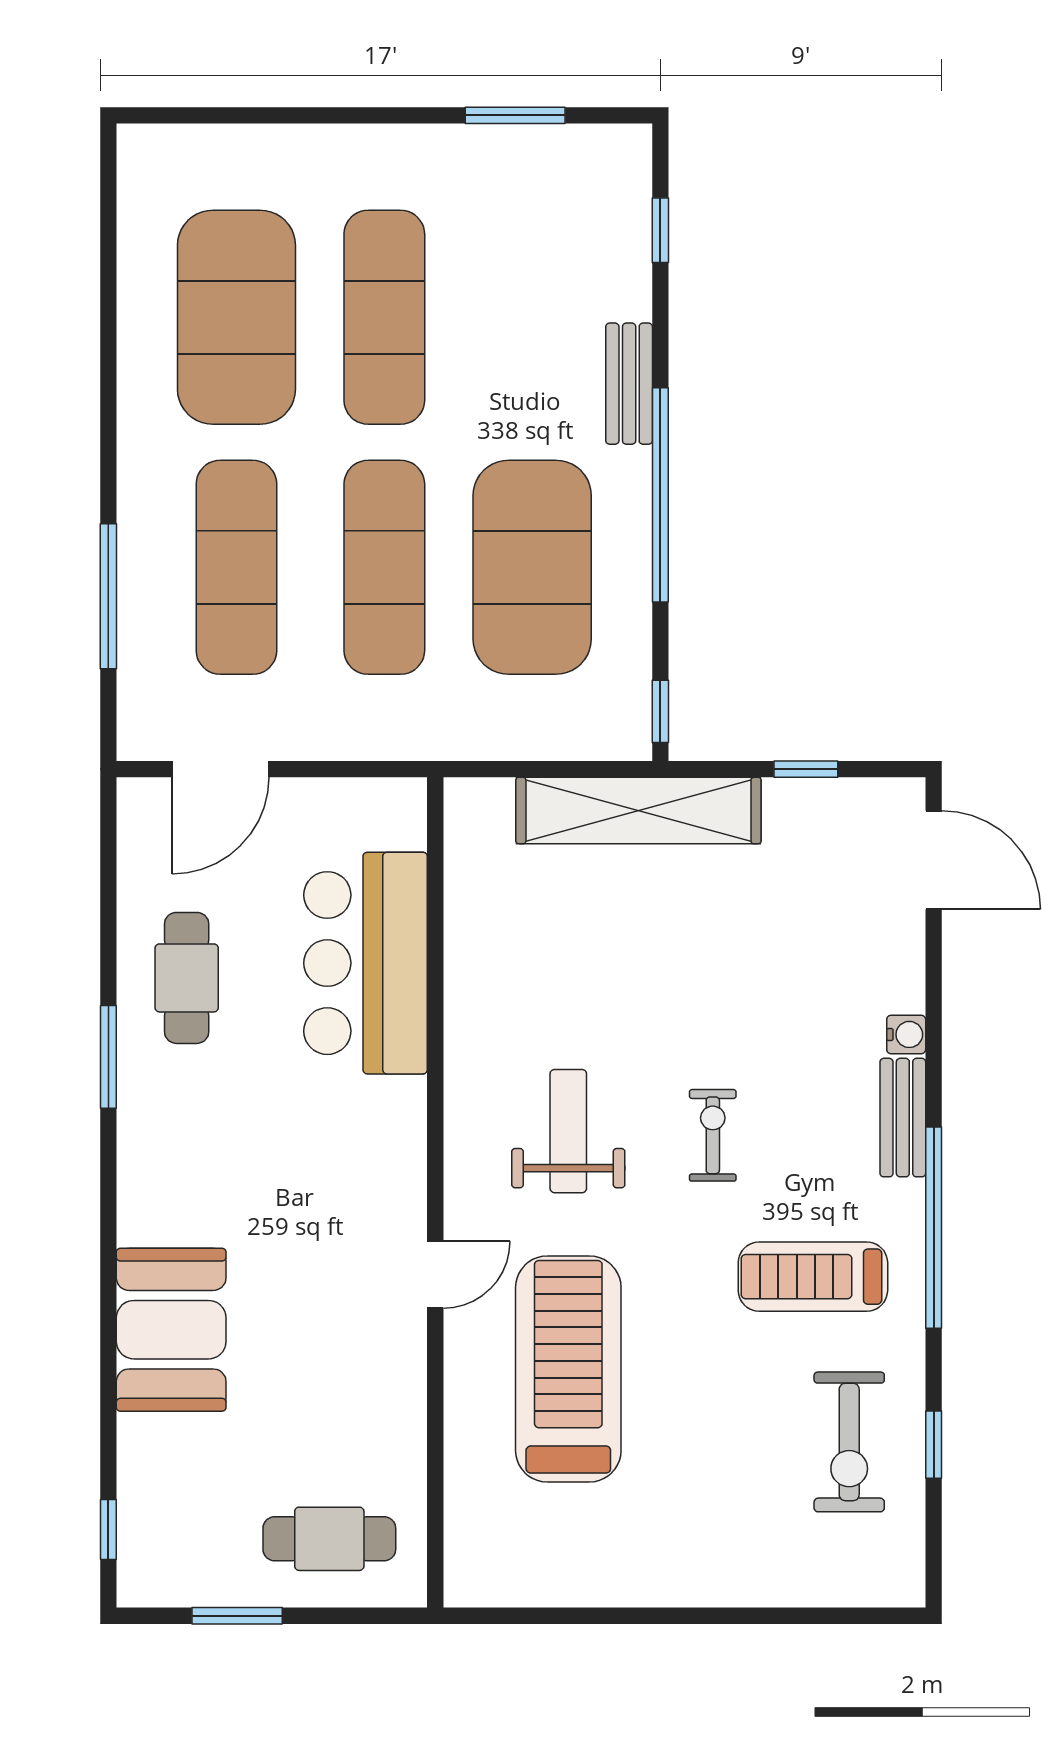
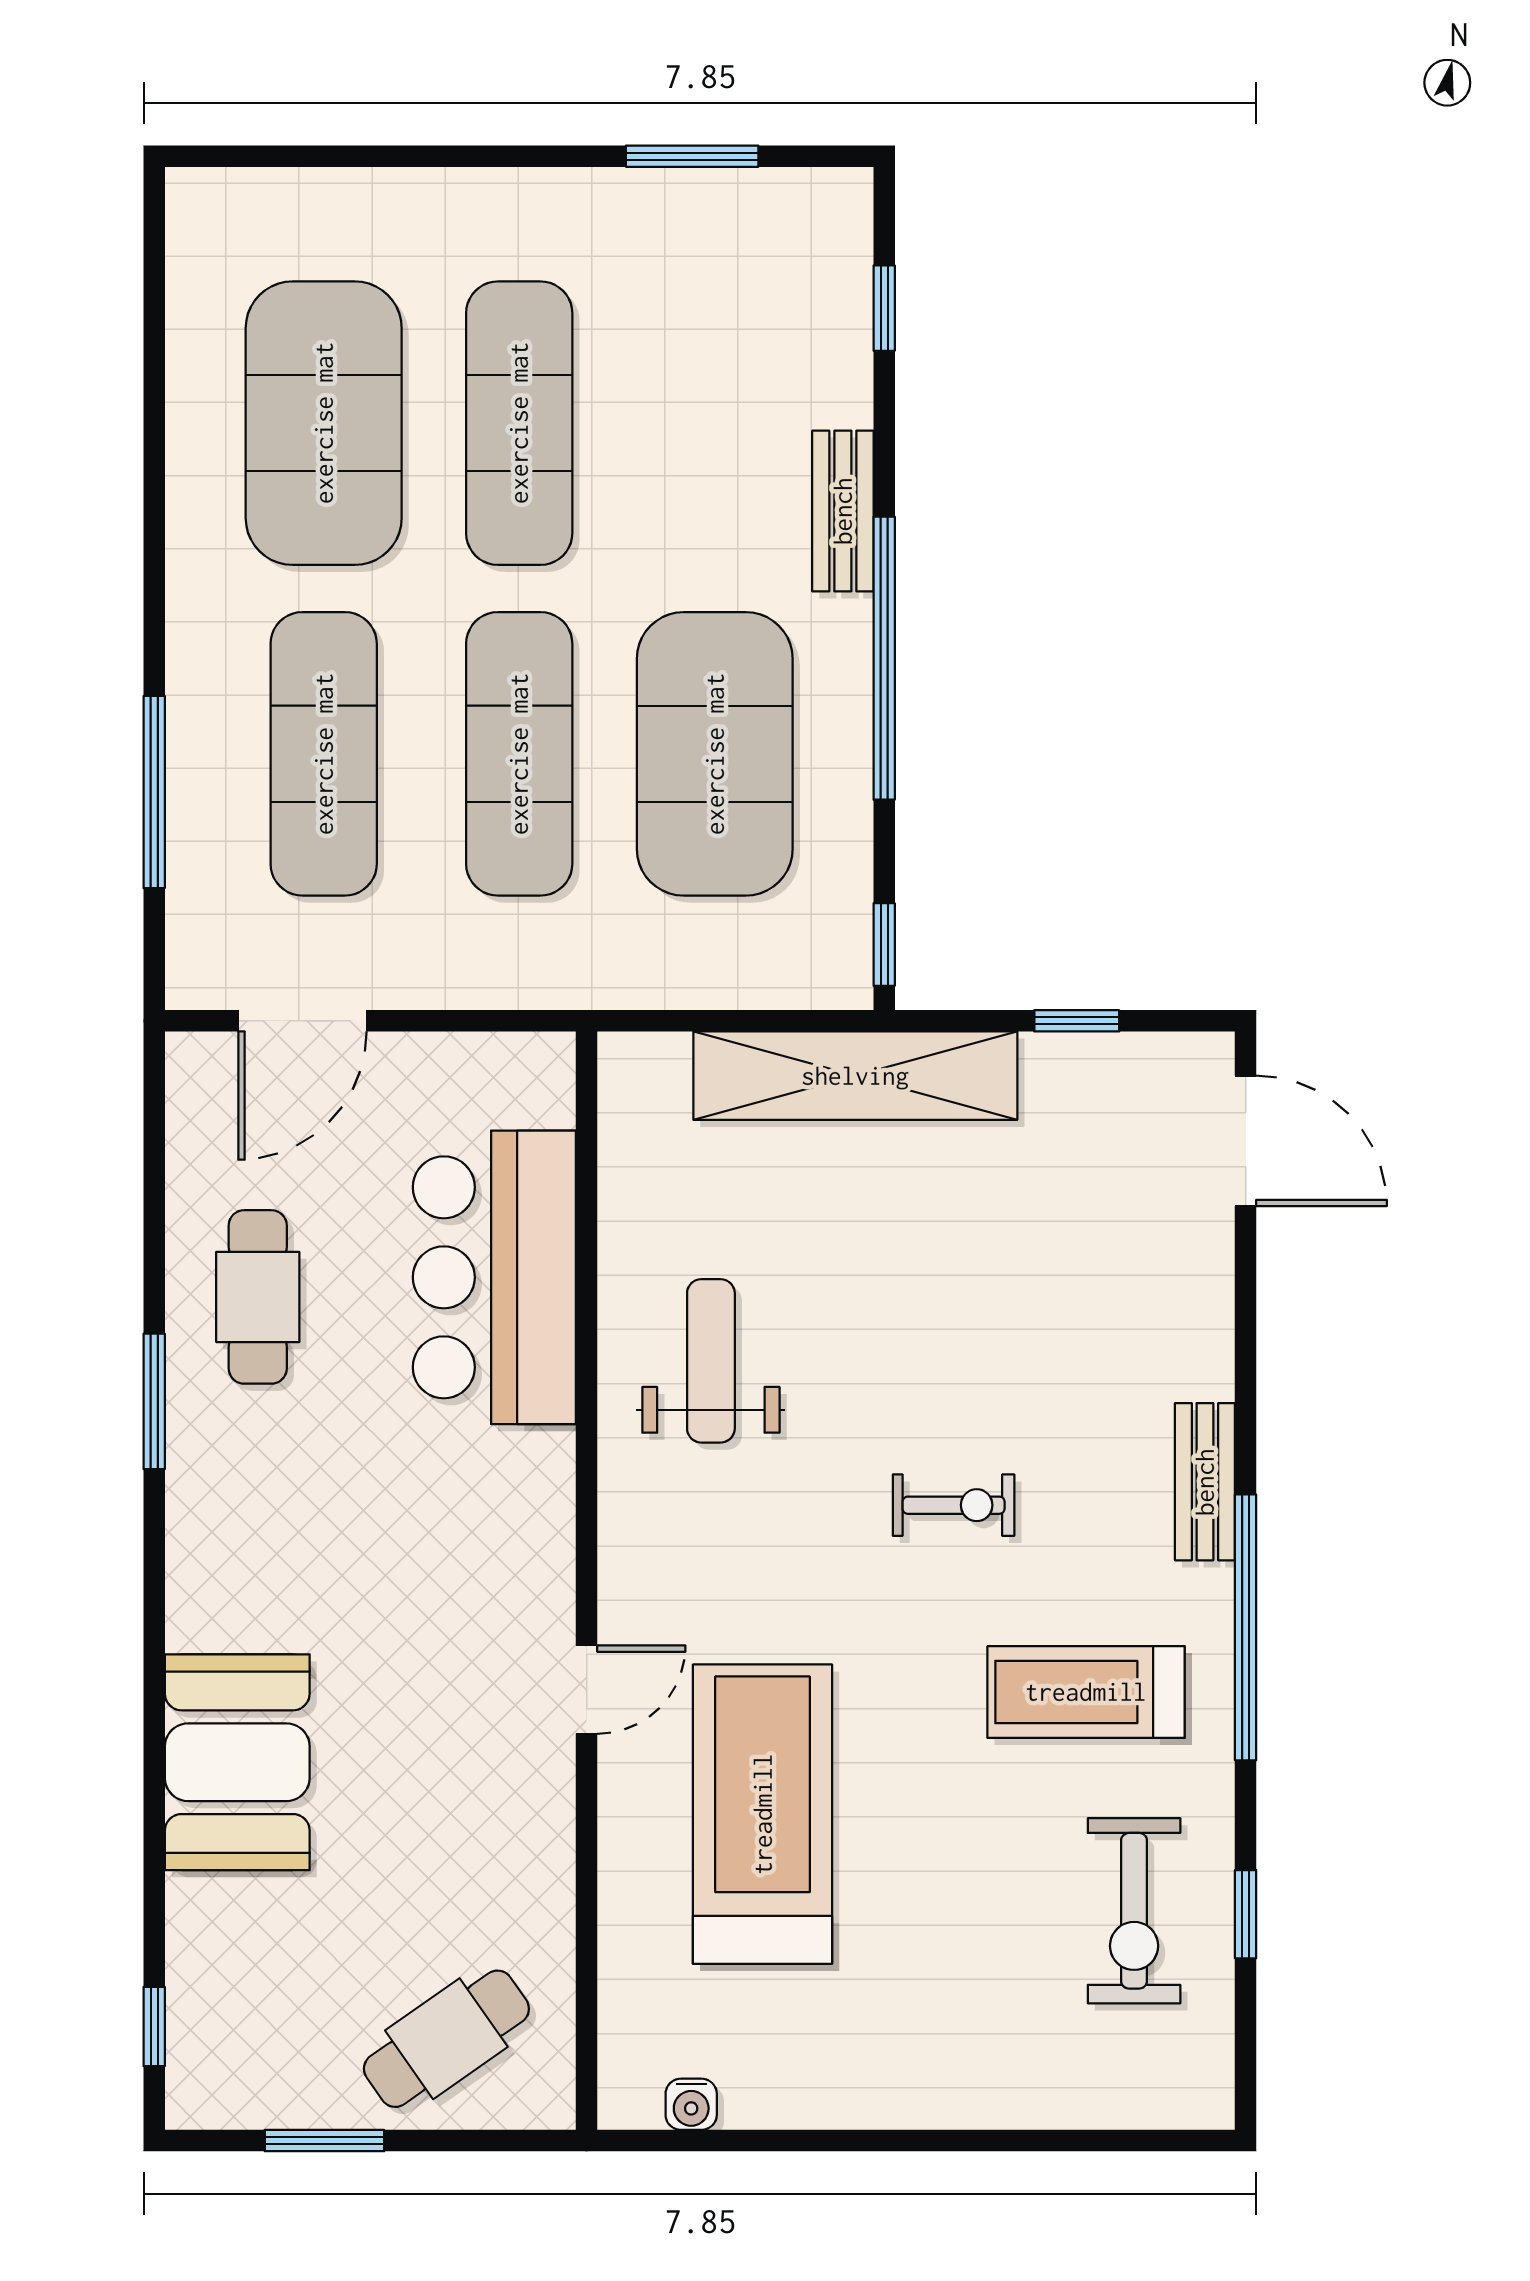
water cooler: (906, 1034) -> (691, 2104), moved, turned 90
weight bench: (568, 1131) -> (711, 1361), moved
exercise bike: (713, 1135) -> (954, 1505), turned 90
cafe table: (329, 1539) -> (446, 2039), turned -35

